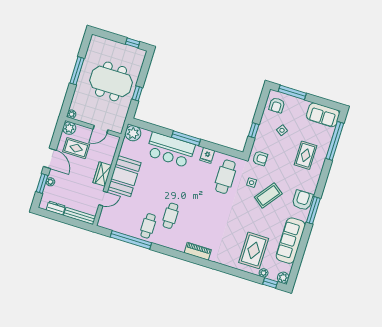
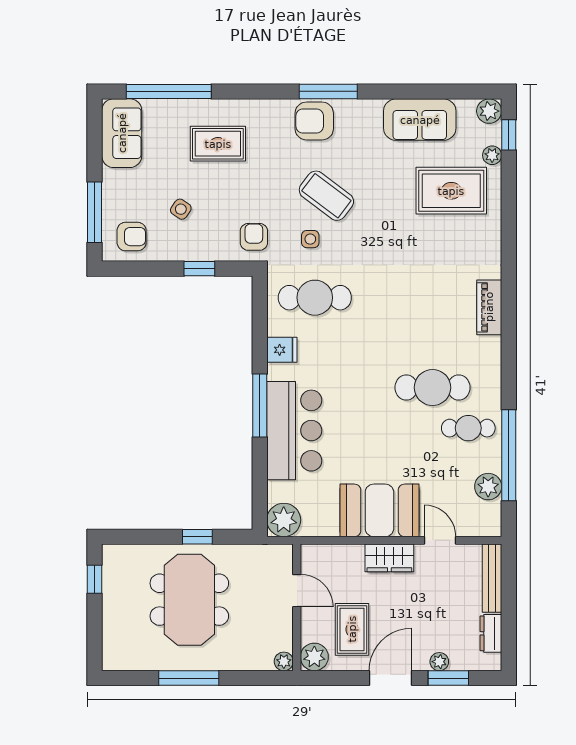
cafe table: (171, 216) -> (433, 388), width x1.37, depth x1.35
plant: (120, 227) -> (488, 487), added
sofa: (291, 241) -> (420, 120), width x0.73

